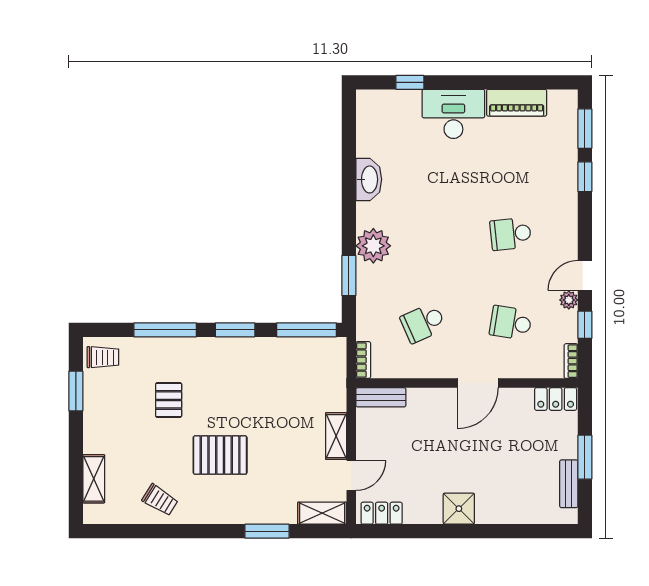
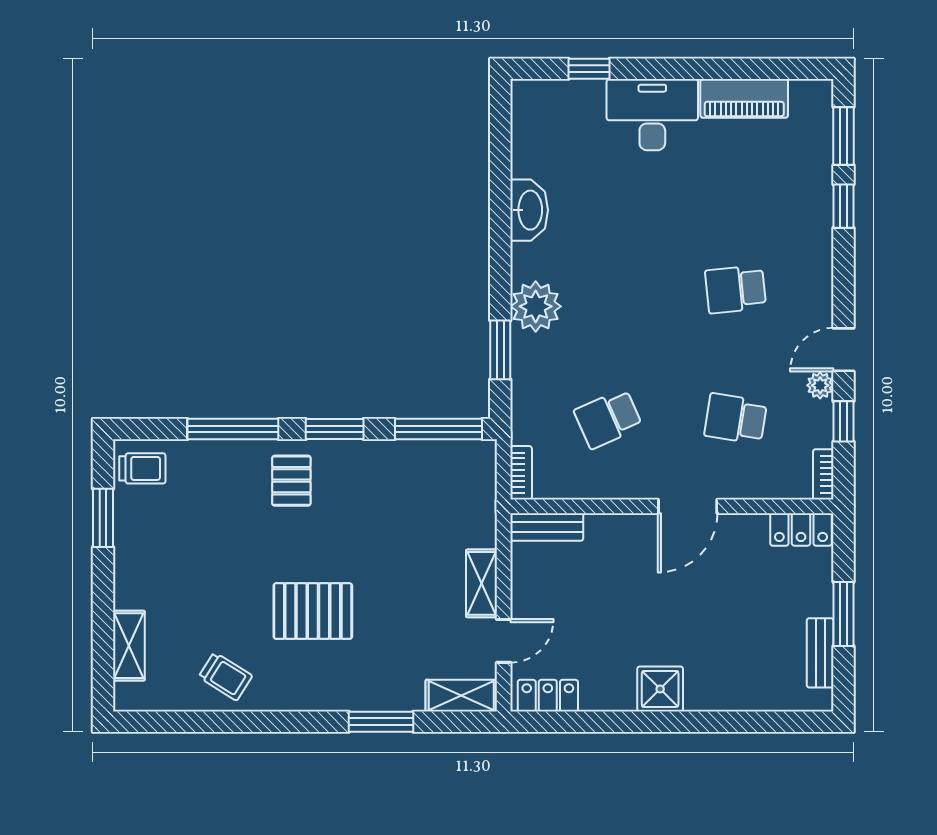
pallet: (169, 400) -> (291, 481), moved

